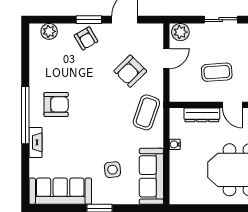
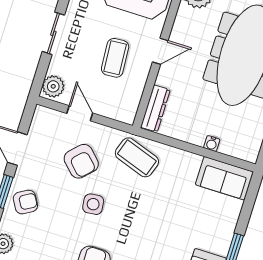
dresser: (202, 115) -> (155, 108), moved
water cooler: (175, 144) -> (212, 144), moved
side table: (112, 170) -> (93, 204), moved
sofa: (151, 176) -> (224, 178), width x0.73

